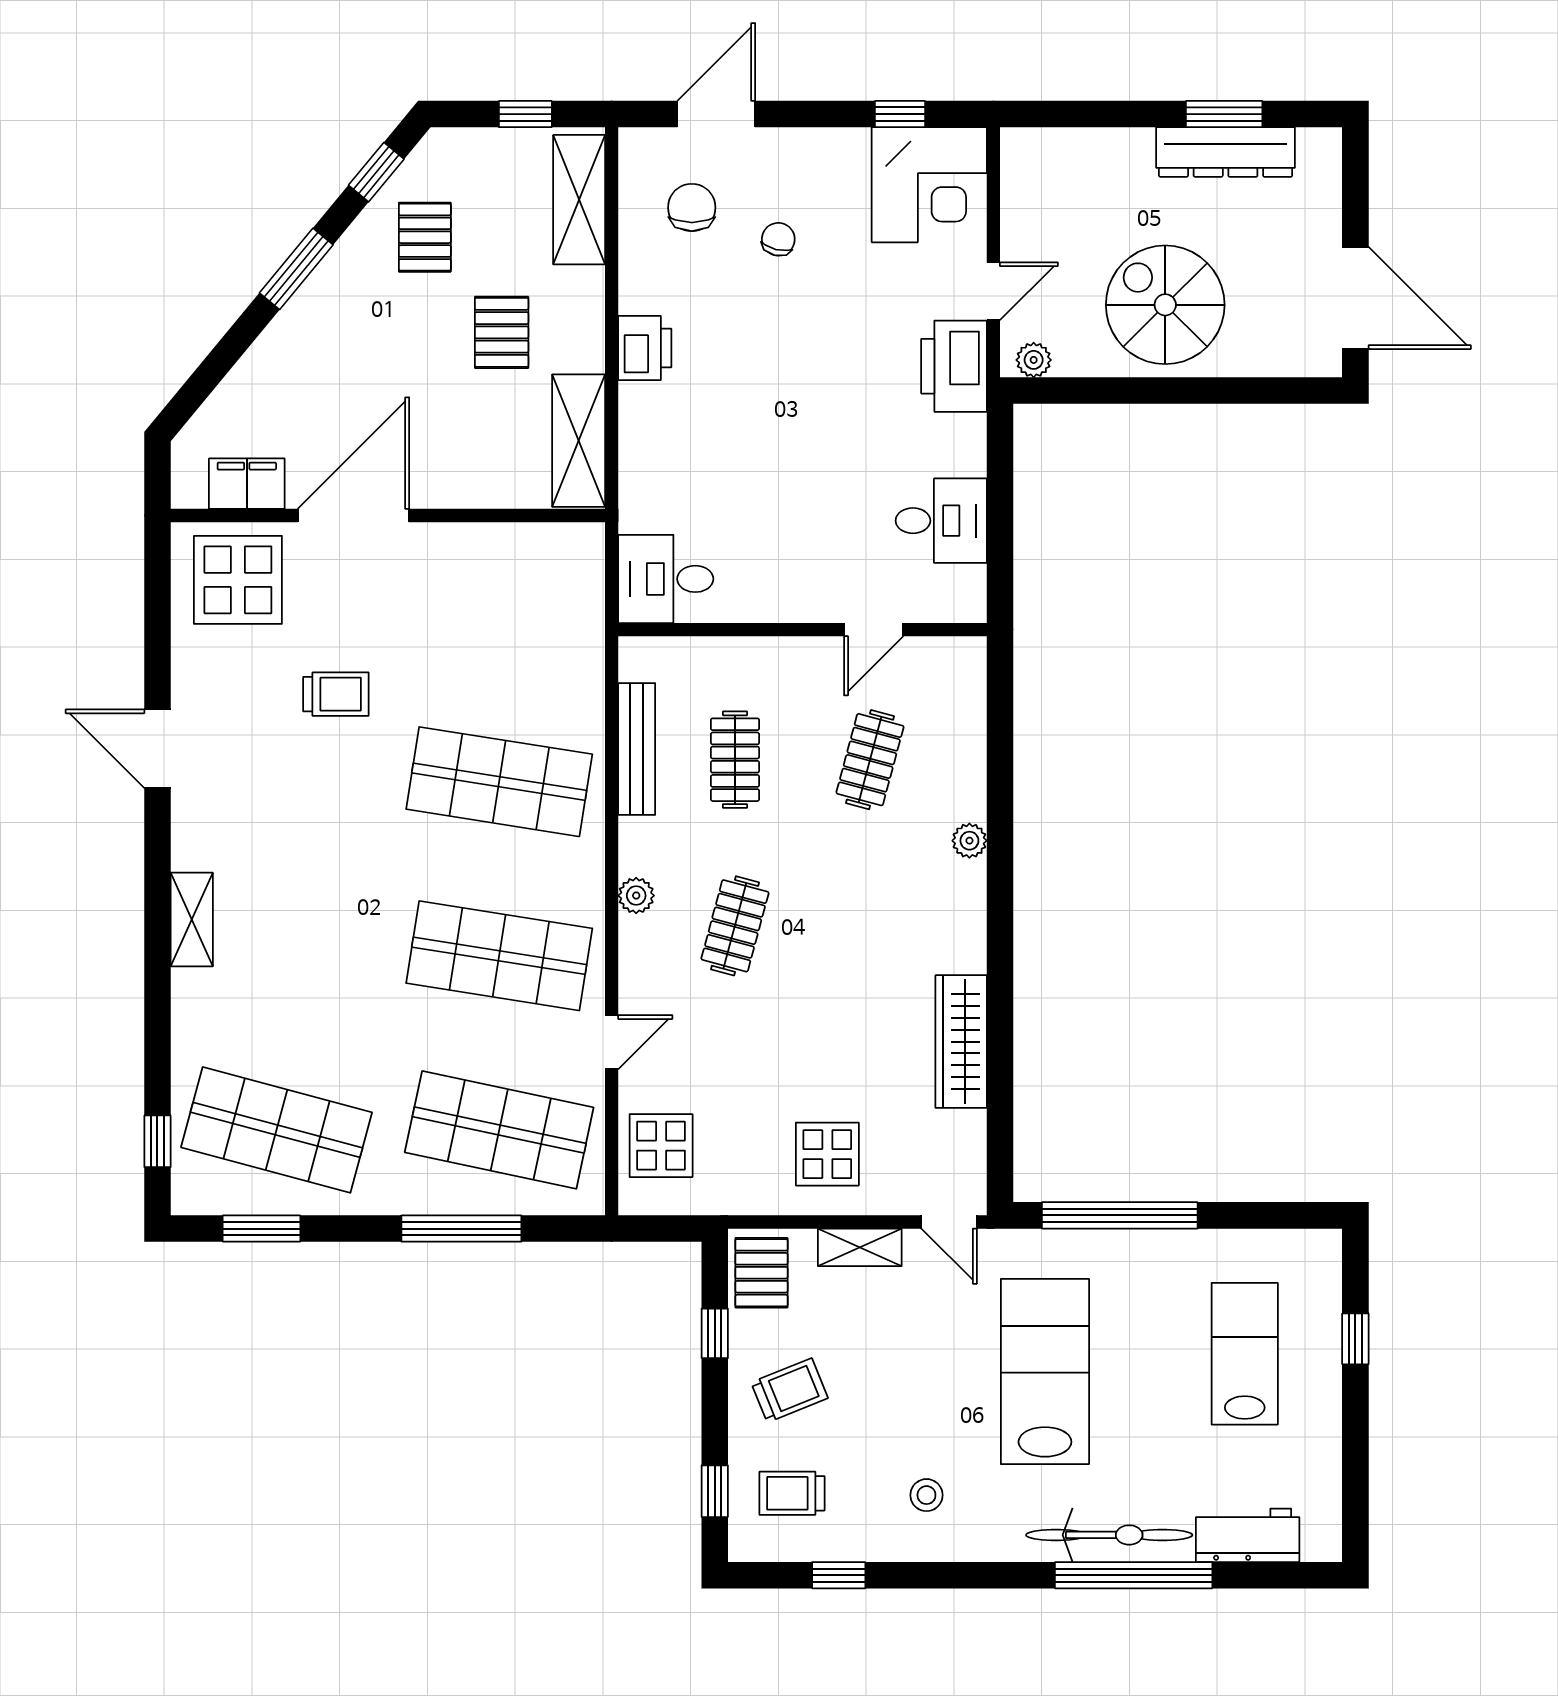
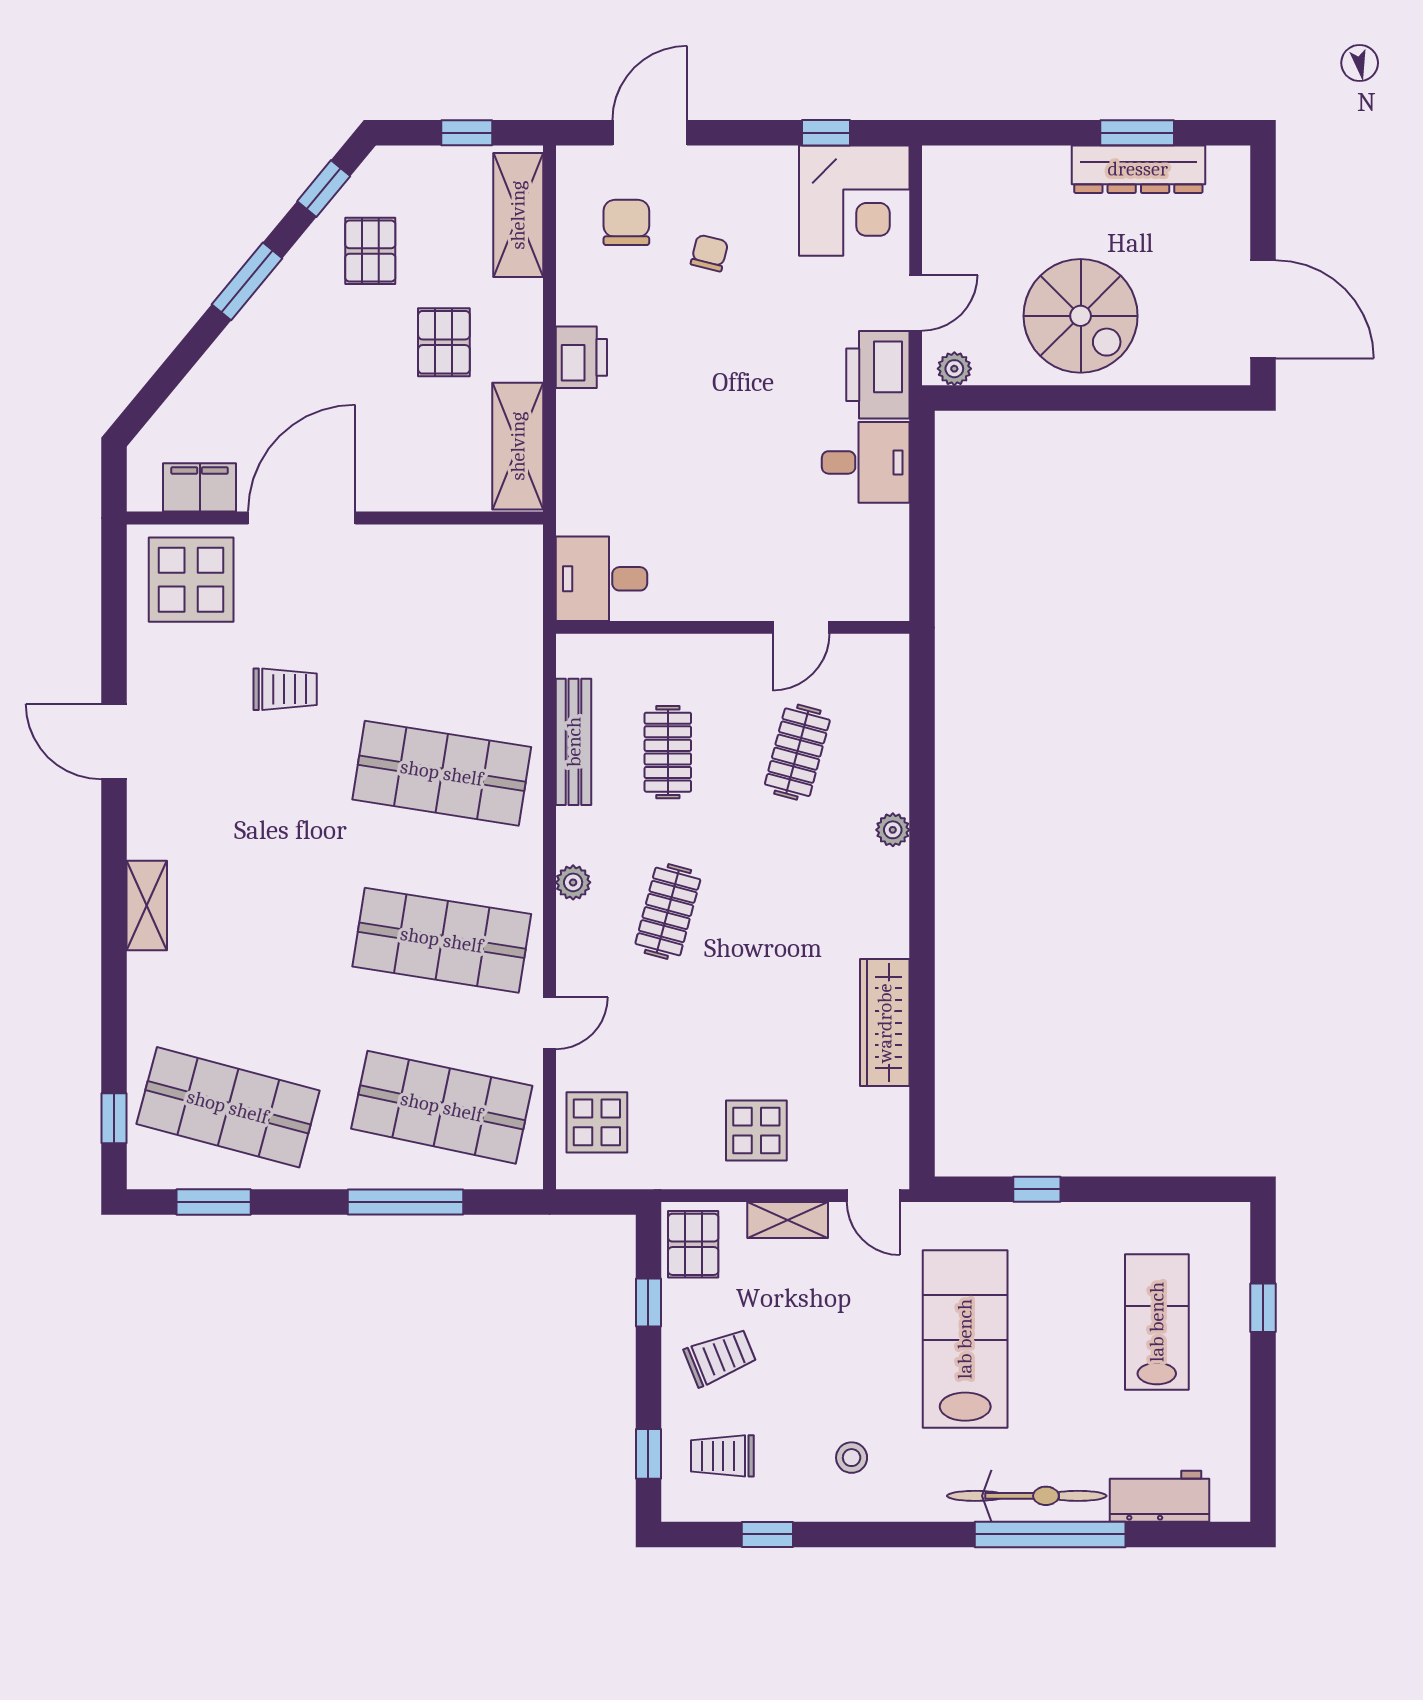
spiral stairs: (1165, 305) -> (1081, 316), turned 180
desk: (941, 521) -> (866, 462), moved
window: (1120, 1215) -> (1037, 1189), width x0.32

